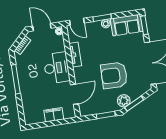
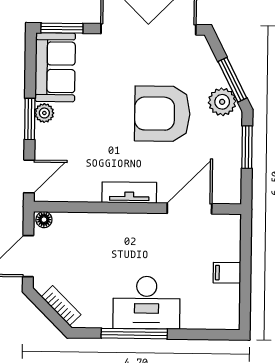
tv unit: (75, 55) -> (129, 193), moved
desk: (57, 68) -> (147, 303), moved, turned 180
armchair: (114, 75) -> (162, 114), turned 89
door: (75, 94) -> (189, 209), hinge flipped
filing cabinet: (54, 115) -> (227, 273), width x0.50

